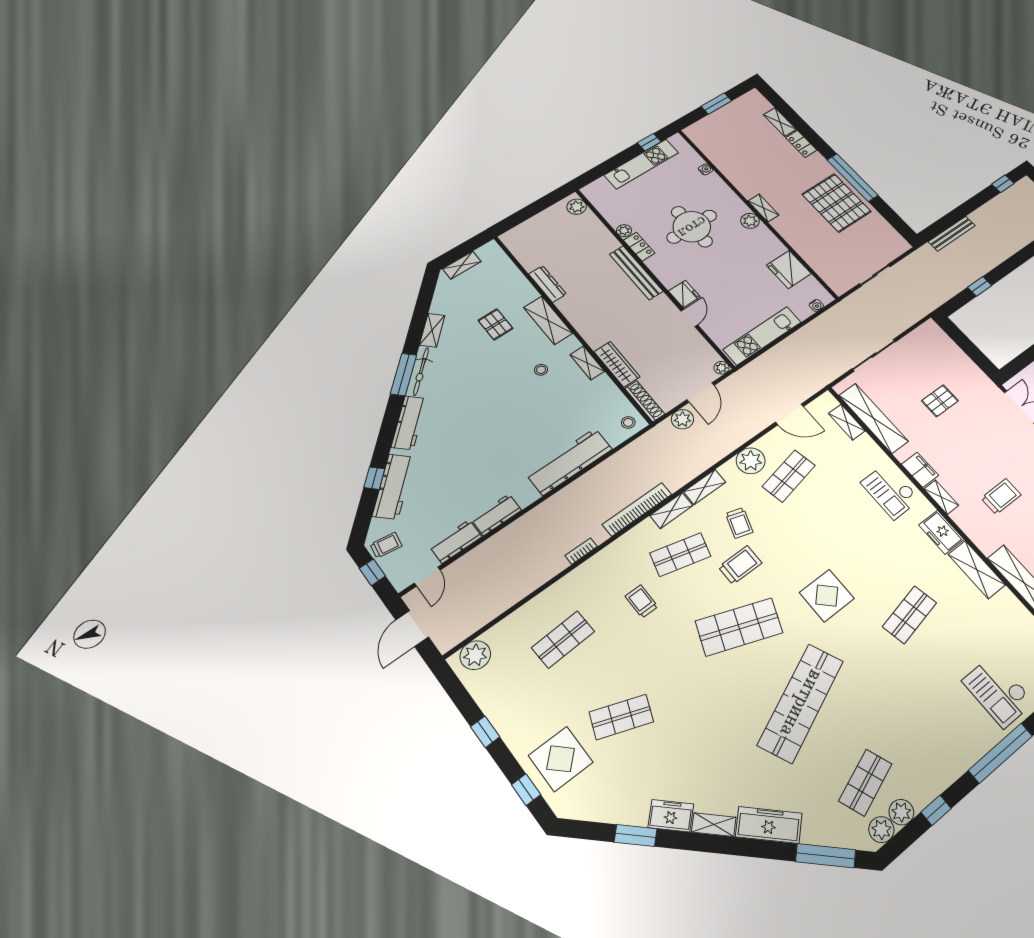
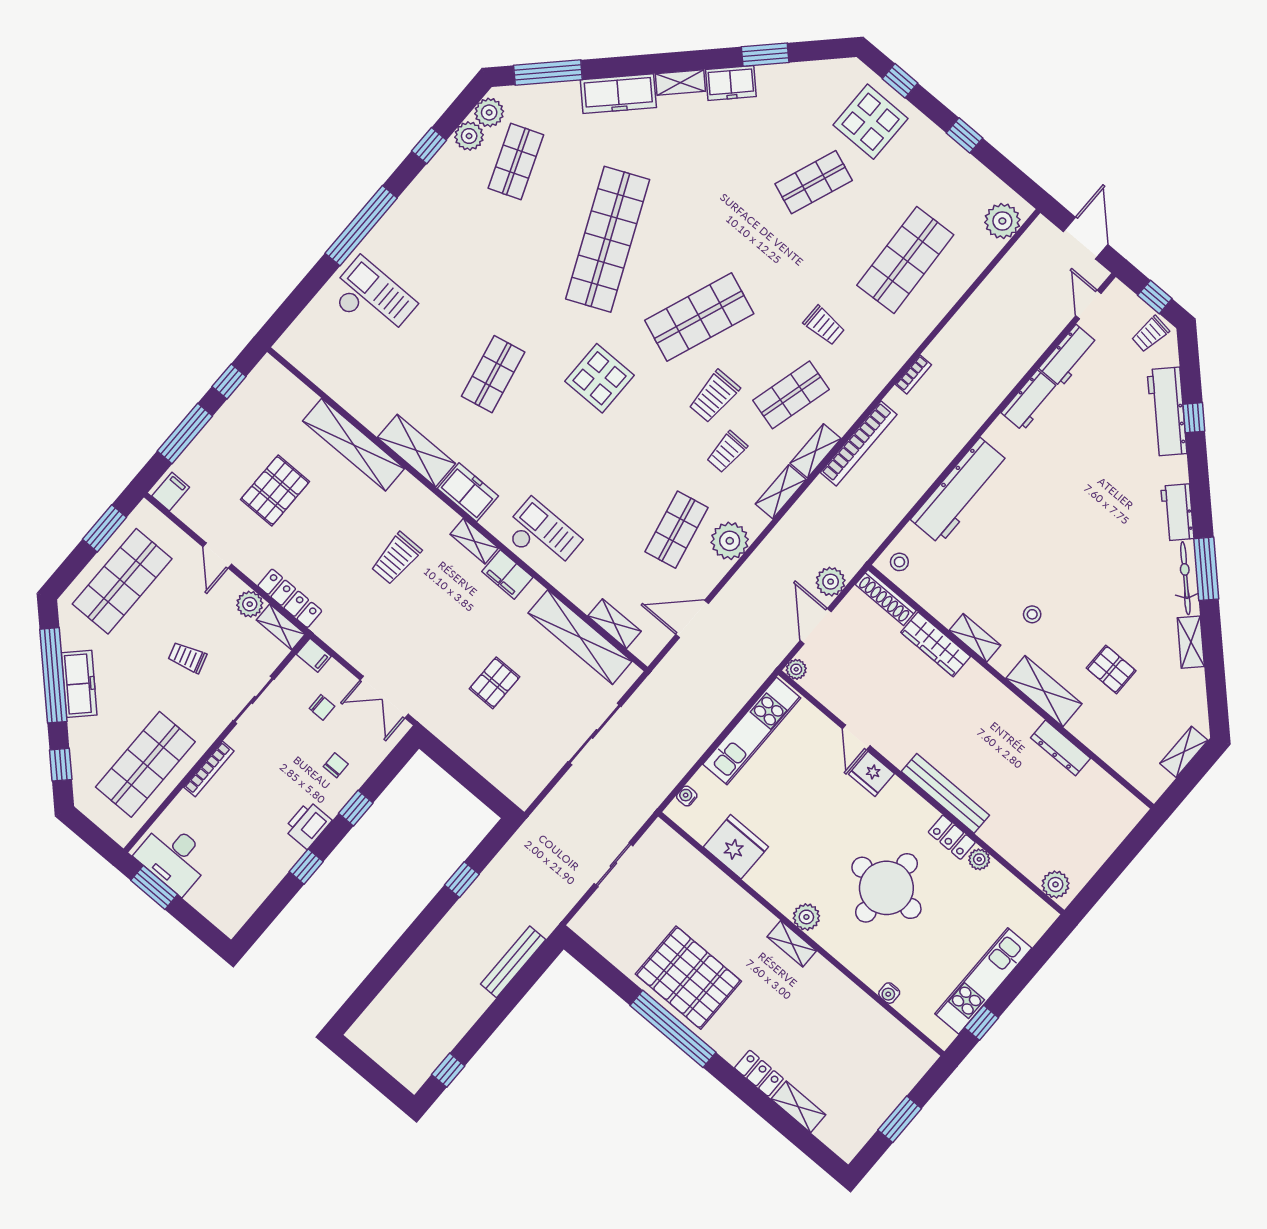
workbench: (409, 423) -> (1177, 512), width x0.73
trolley: (739, 523) -> (727, 452), turned -107
shop shelf: (563, 639) -> (905, 260), width x1.43, depth x1.36

